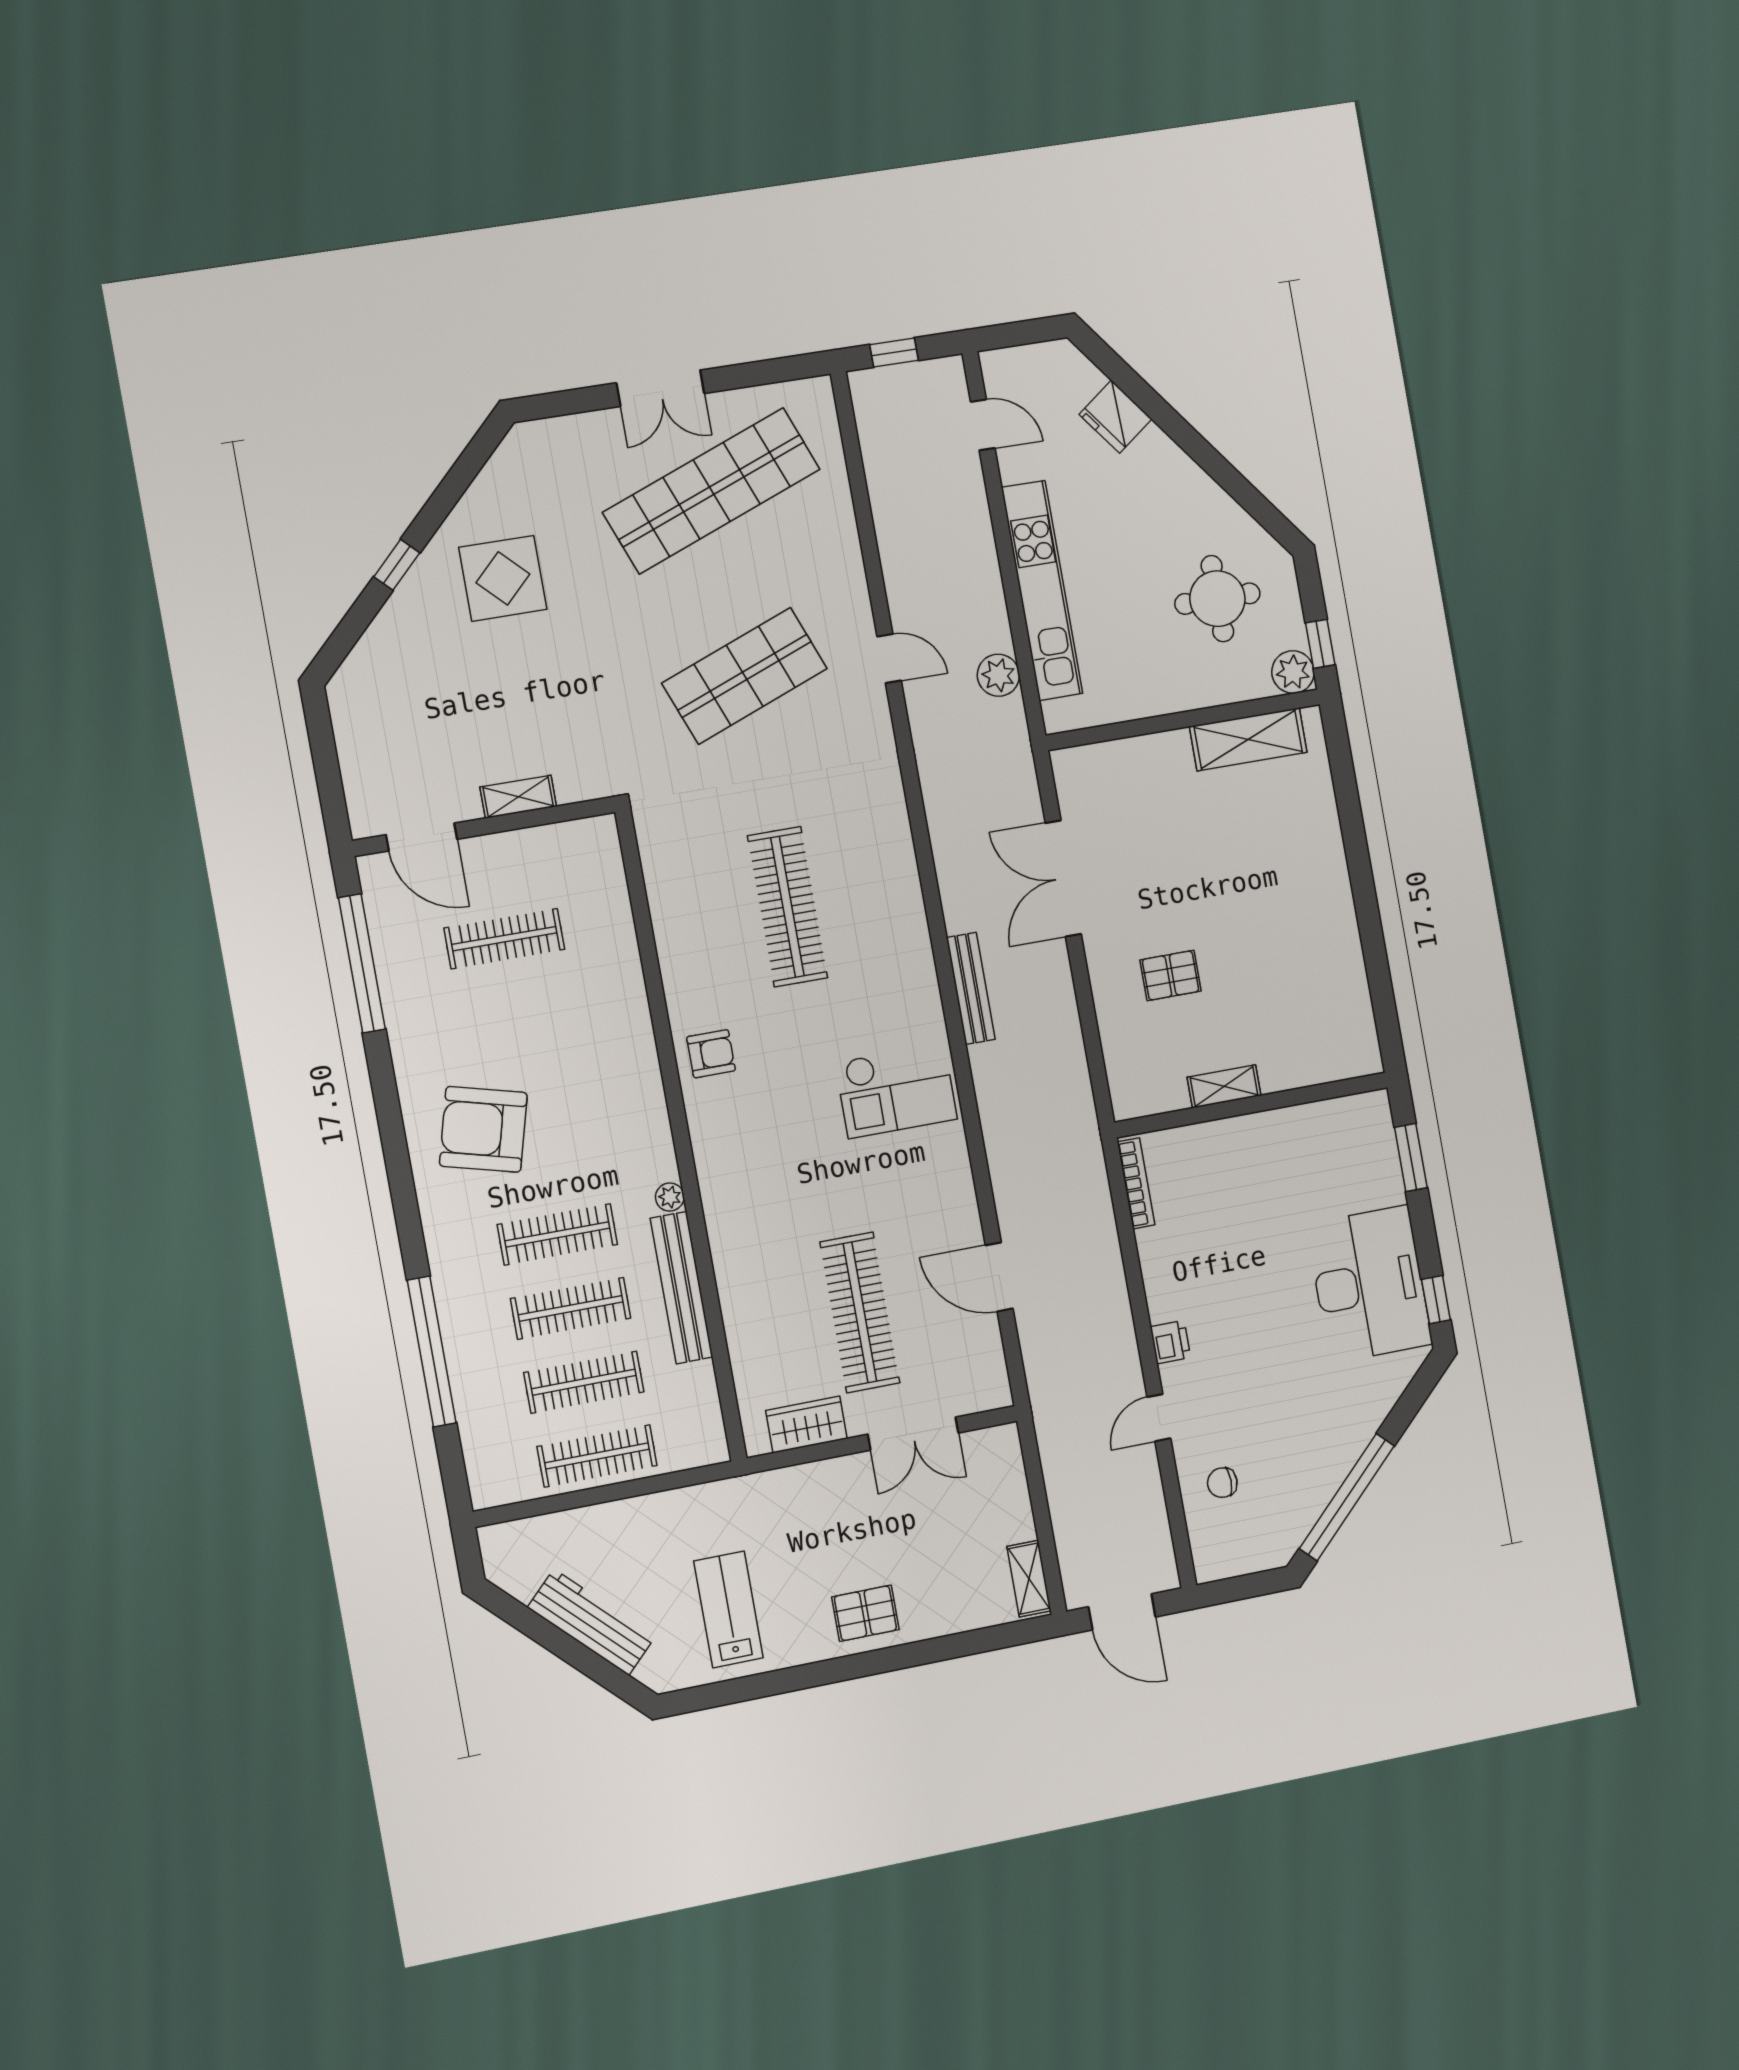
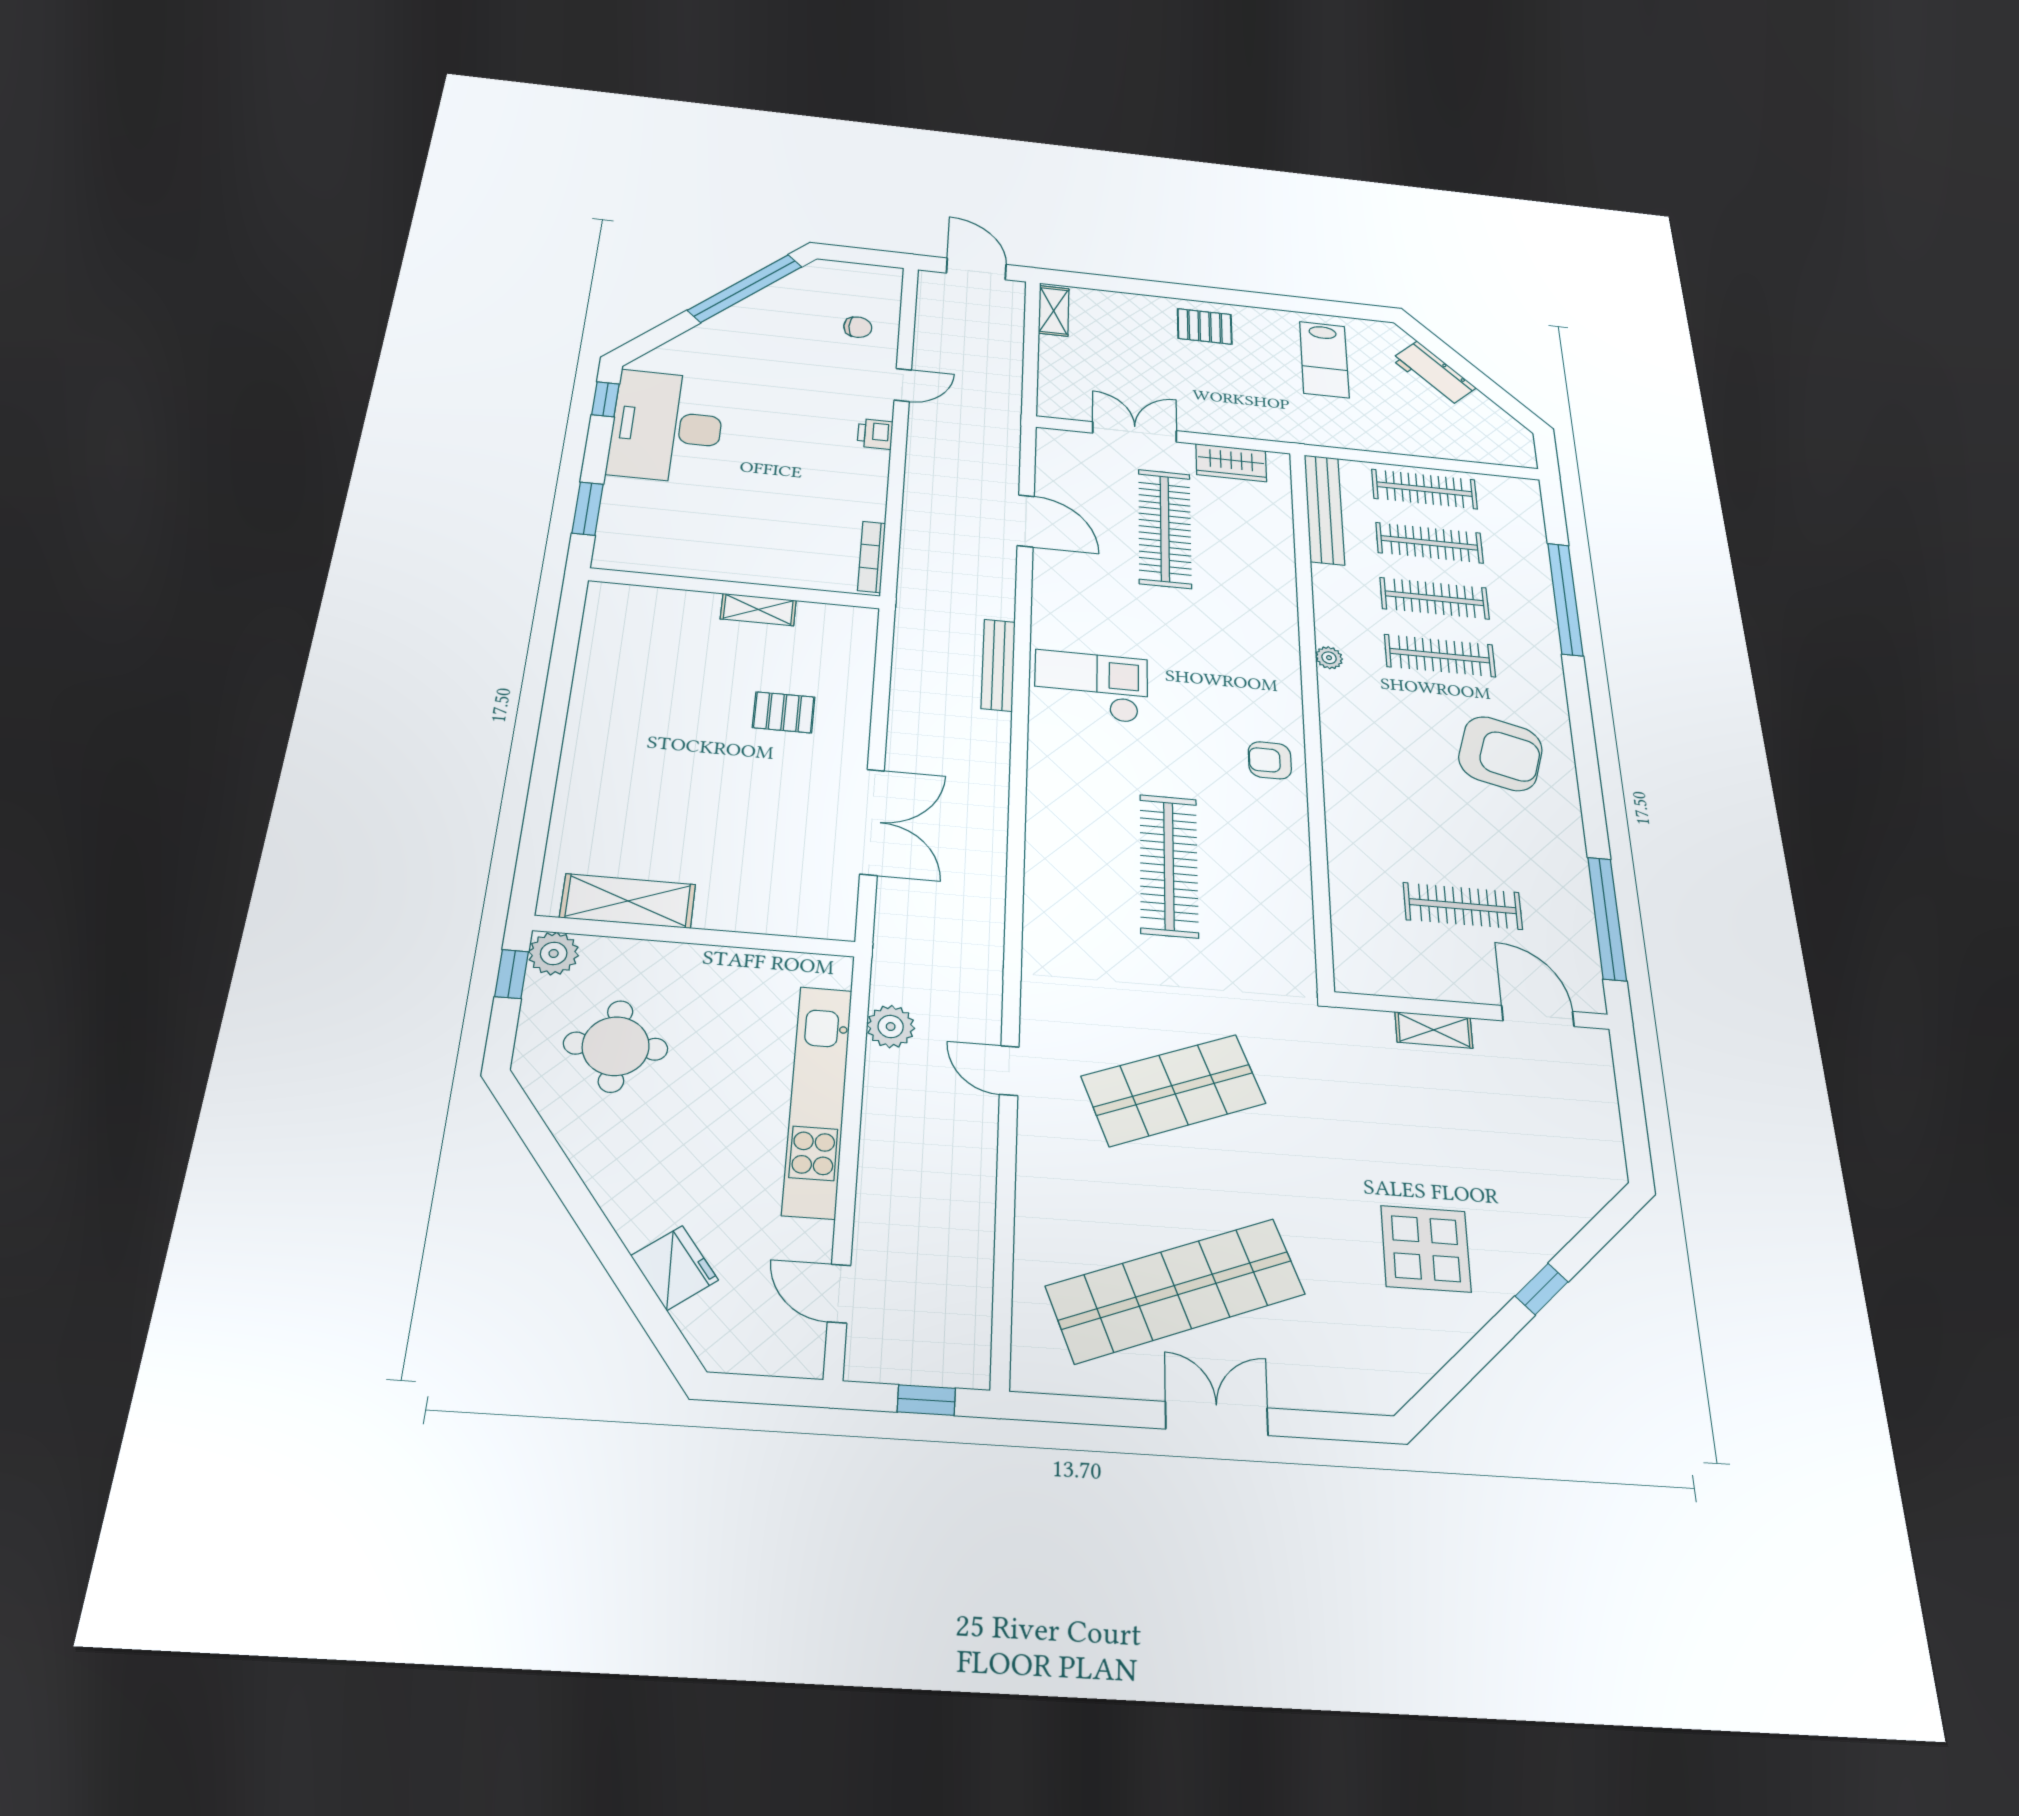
bench: (971, 988) -> (998, 665), moved
bench: (682, 1288) -> (1324, 509), moved
workbench: (591, 1622) -> (1434, 373), width x0.73

